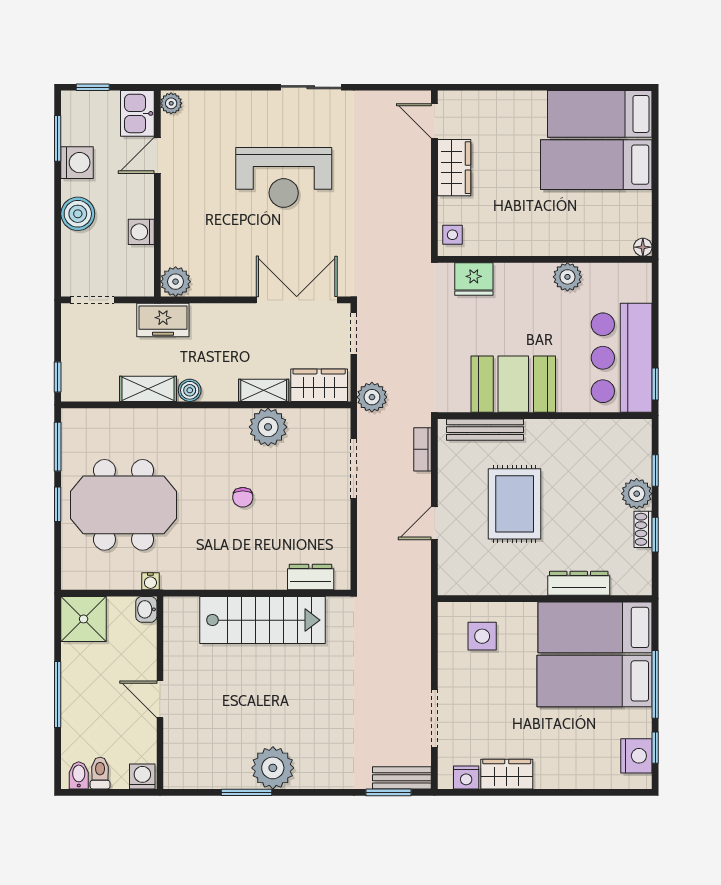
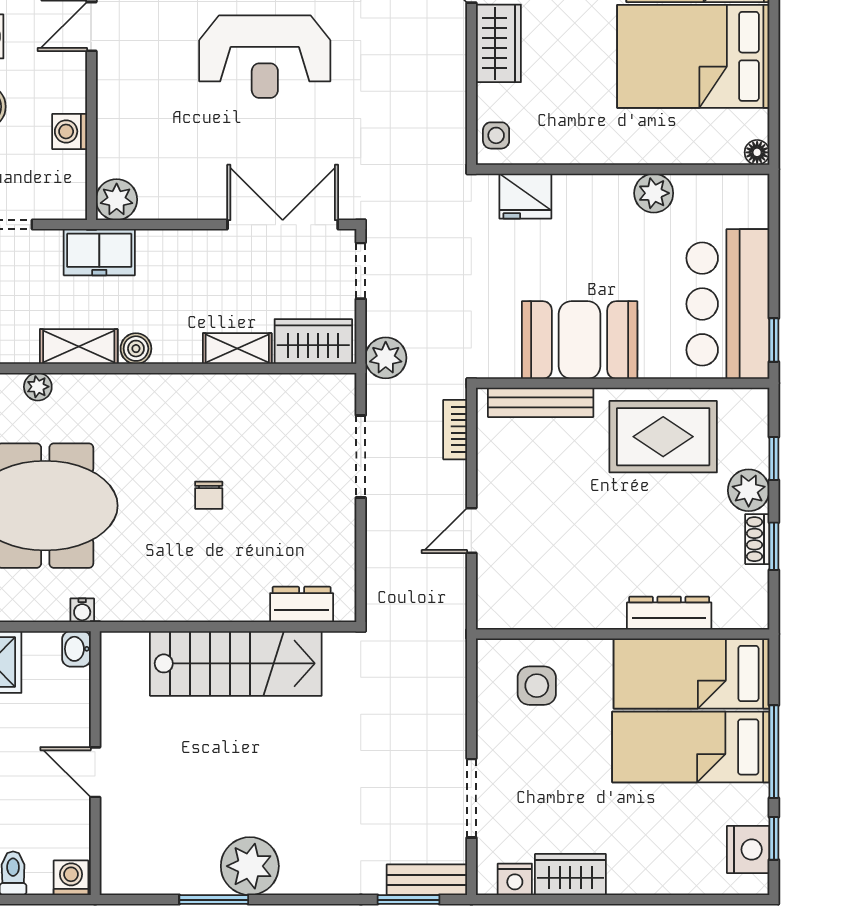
bed: (596, 165) -> (693, 56), width x1.50
plant: (268, 427) -> (38, 387), moved, width x0.53, depth x0.53
rug: (515, 504) -> (663, 437), moved, turned 90

